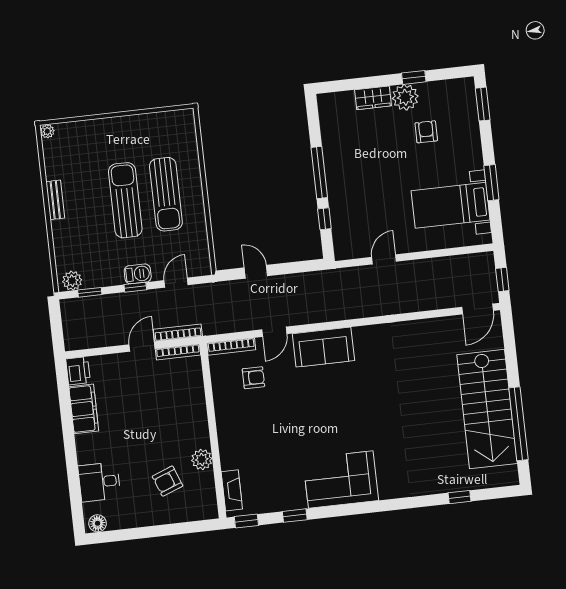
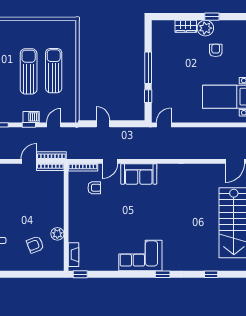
sun lounger: (166, 194) -> (54, 71), turned 180
door: (384, 259) -> (164, 125), moved
window: (295, 516) -> (163, 274), moved

